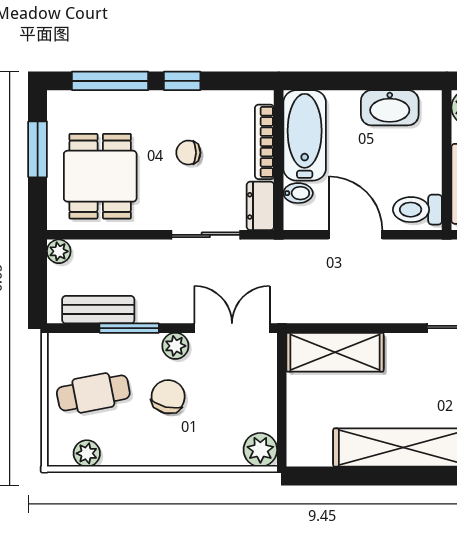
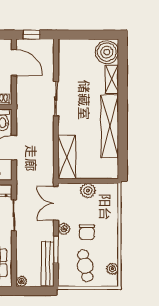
bench: (98, 310) -> (48, 264), width x1.36
chair: (168, 397) -> (87, 232), turned -104
plant: (260, 450) -> (88, 191), moved

